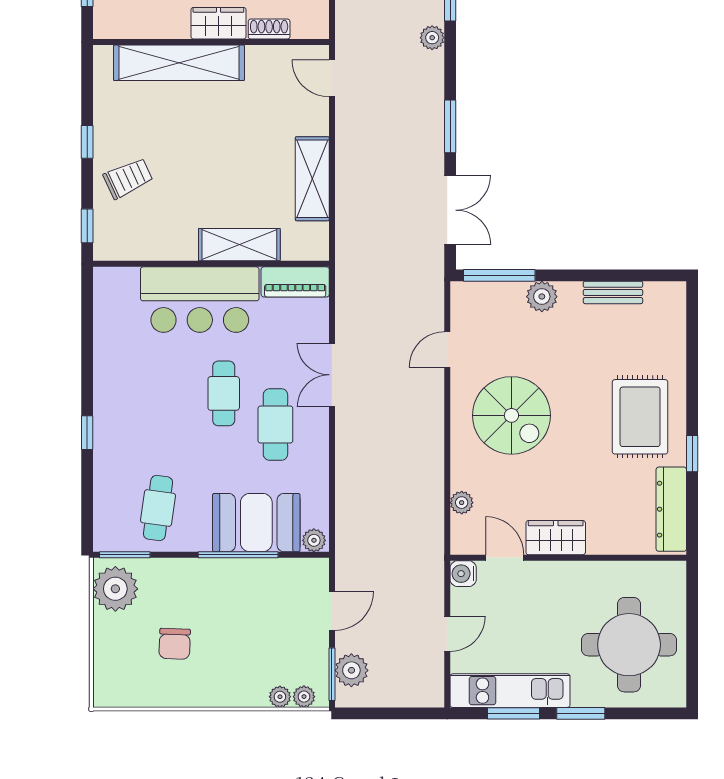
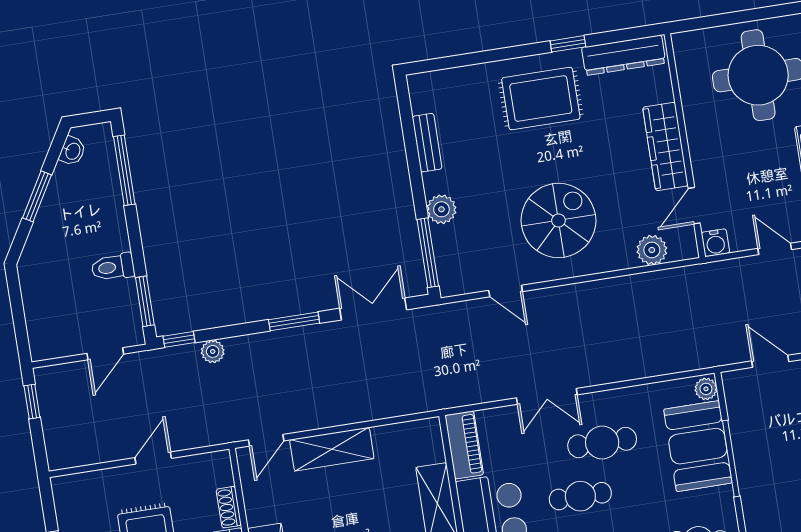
shelving: (312, 179) -> (332, 449), moved
plant: (462, 503) -> (652, 250), width x1.38, depth x1.38
wardrobe: (556, 538) -> (665, 146), width x1.50

